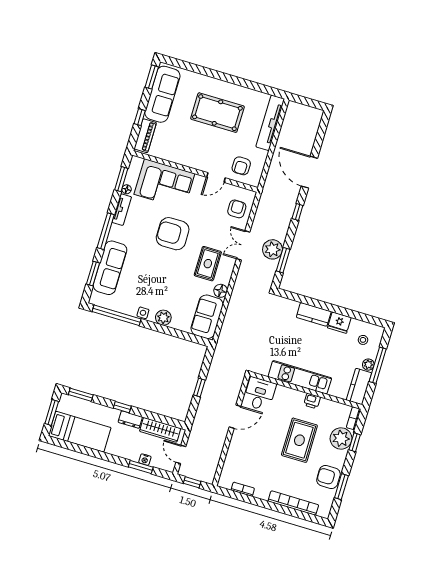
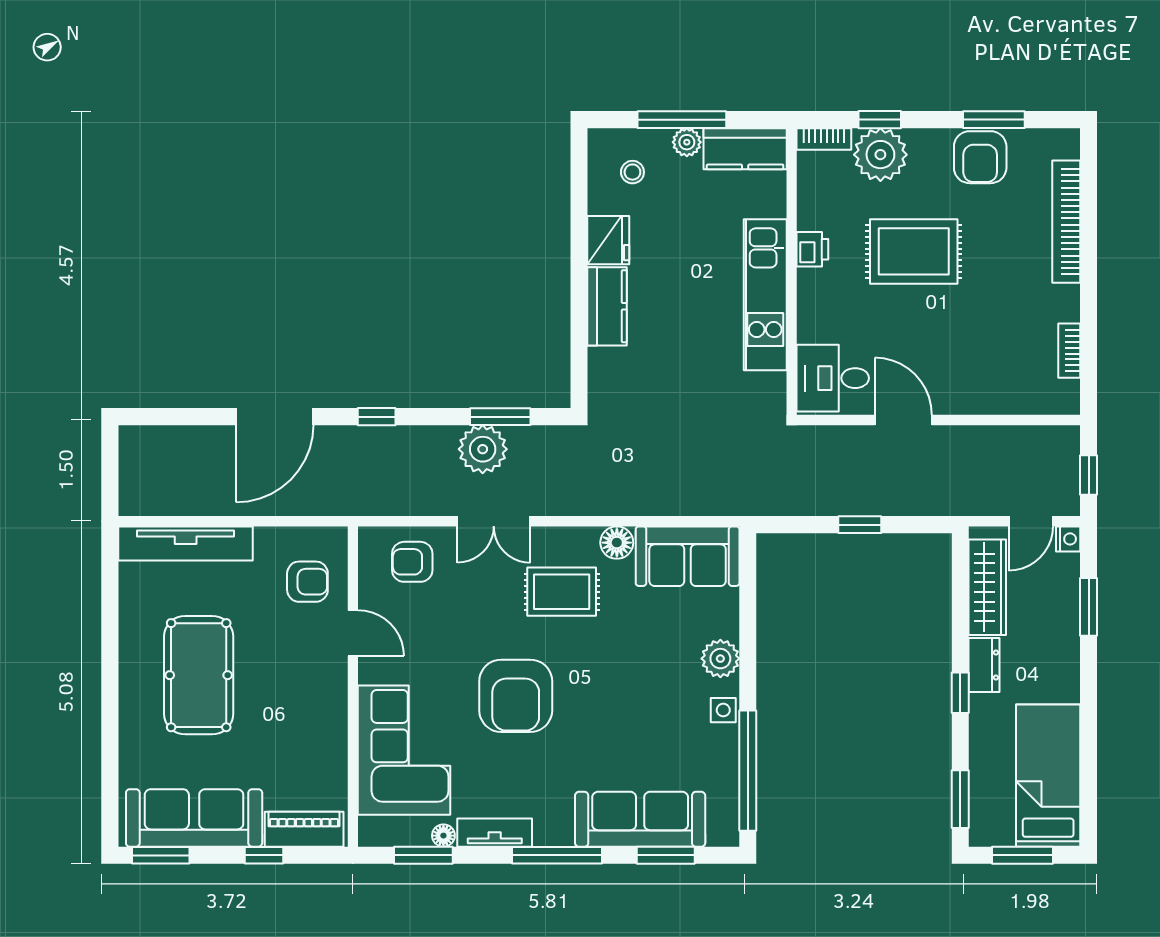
nightstand: (145, 460) -> (1068, 539), moved

